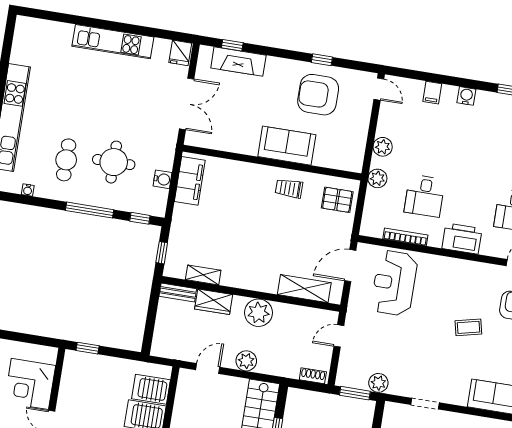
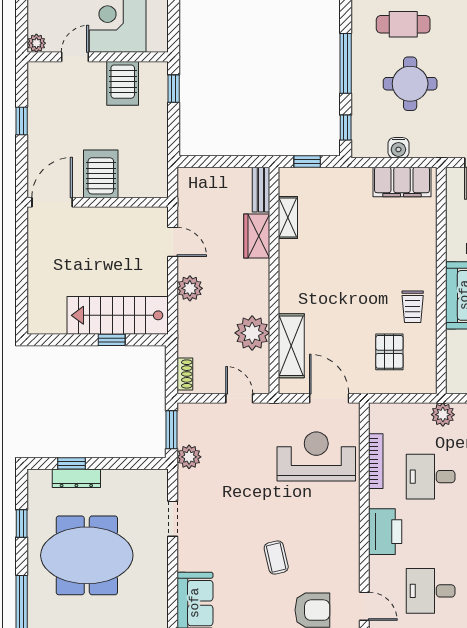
trolley: (289, 188) -> (413, 307), turned 180
pallet: (337, 200) -> (389, 352), moved
plant: (258, 313) -> (252, 333), moved
server rack: (151, 389) -> (123, 83), moved, turned 180

